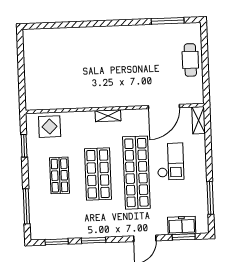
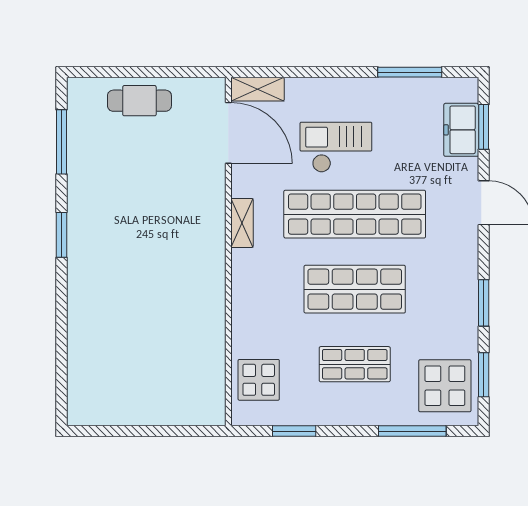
window: (120, 23) -> (62, 235), added
door: (164, 107) -> (228, 133), moved
shelving: (108, 116) -> (242, 223), moved
display table: (50, 222) -> (445, 386), added

